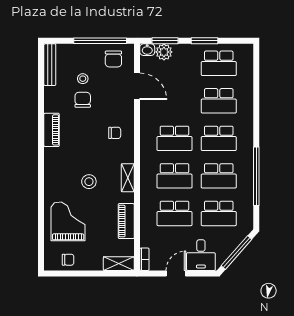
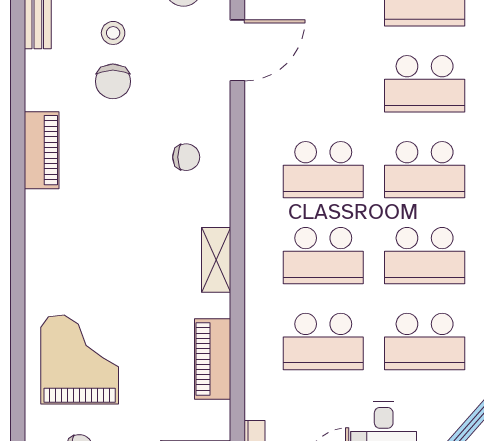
door: (137, 86) -> (237, 50), hinge flipped
chair: (83, 100) -> (113, 81), turned 180
stool: (89, 182) -> (127, 269), removed

